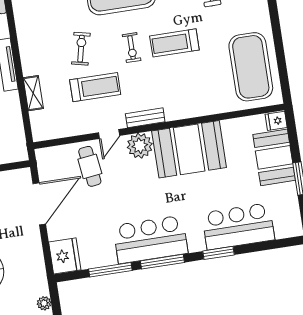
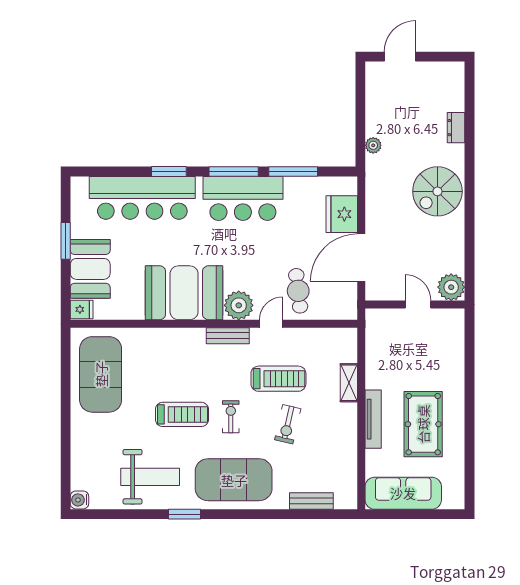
treadmill: (95, 87) -> (278, 379), turned 180
bar counter: (238, 226) -> (142, 198), width x1.36
fridge: (65, 256) -> (342, 214), moved

